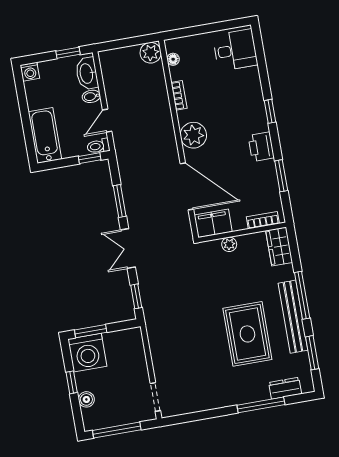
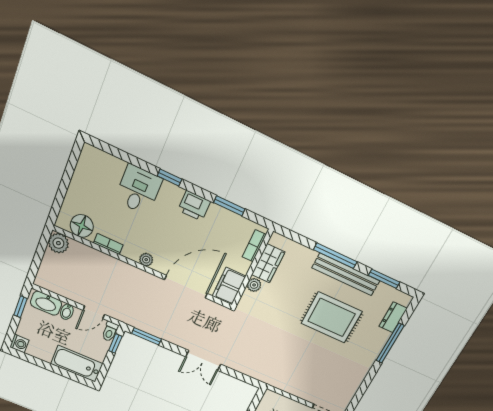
desk: (235, 50) -> (138, 190), moved
floor lamp: (173, 59) -> (82, 226), width x1.89, depth x1.89
door: (107, 121) -> (94, 312), hinge flipped
plant: (193, 135) -> (146, 260), width x0.53, depth x0.53
window: (120, 201) -> (146, 336), moved
wardrobe: (279, 247) -> (268, 263), moved, turned -90
window: (136, 296) -> (243, 377), removed

